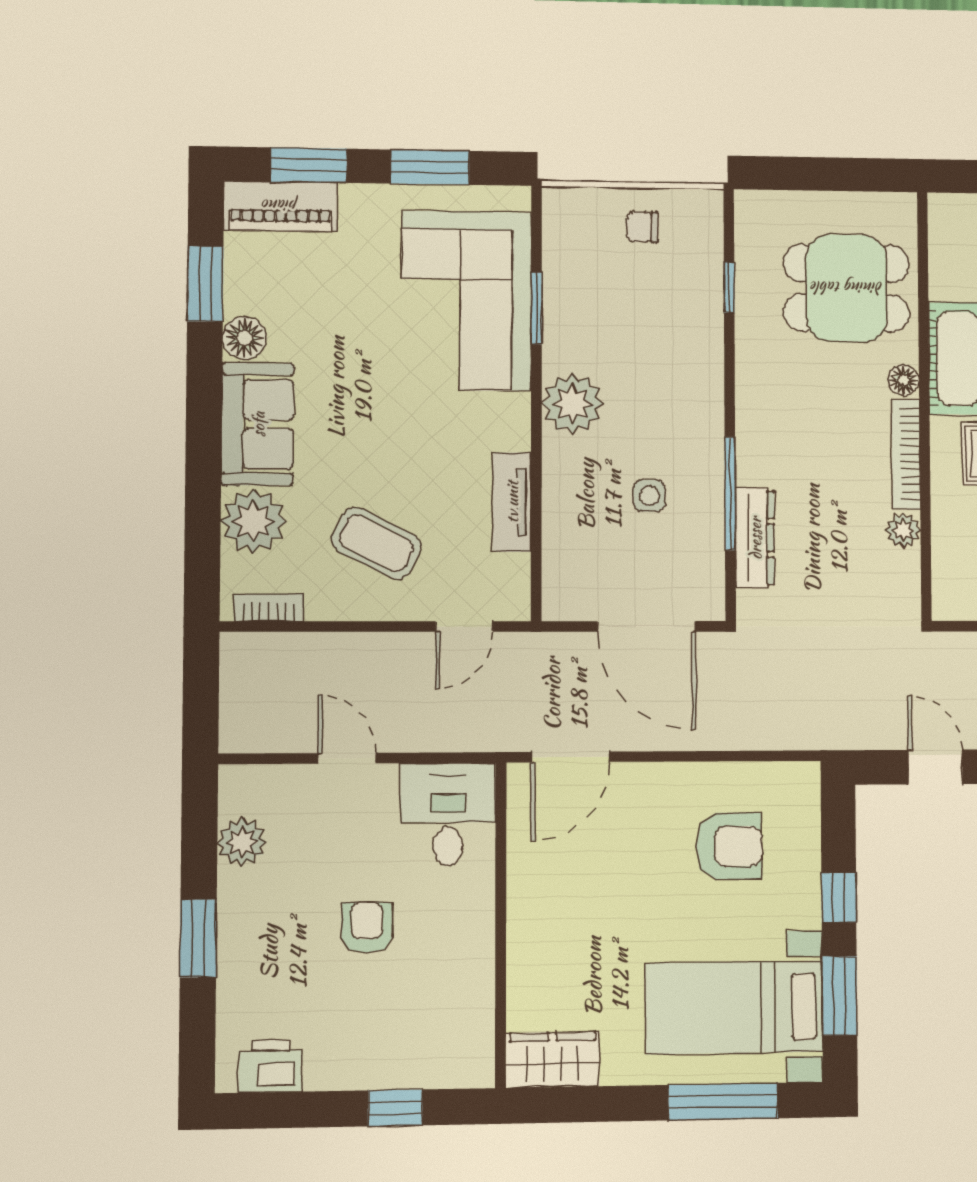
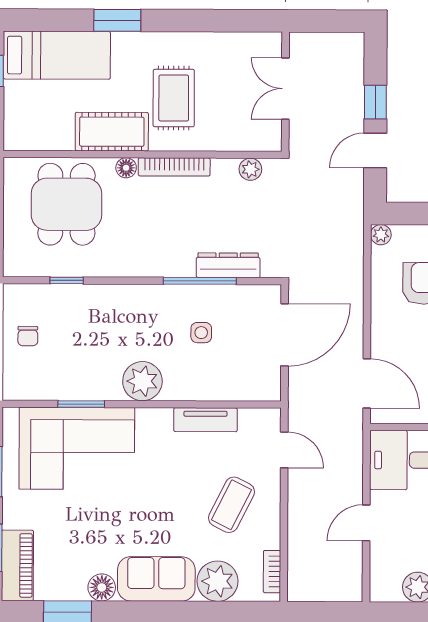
plant: (903, 530) -> (250, 169), moved
plant: (805, 777) -> (381, 235), added

